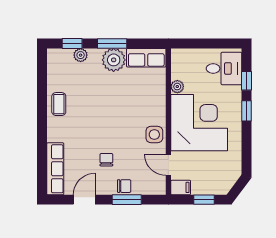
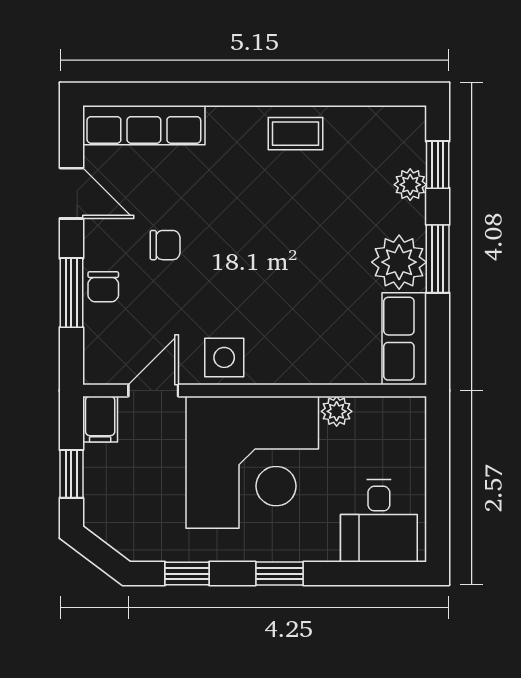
window: (246, 81) -> (187, 574), moved

